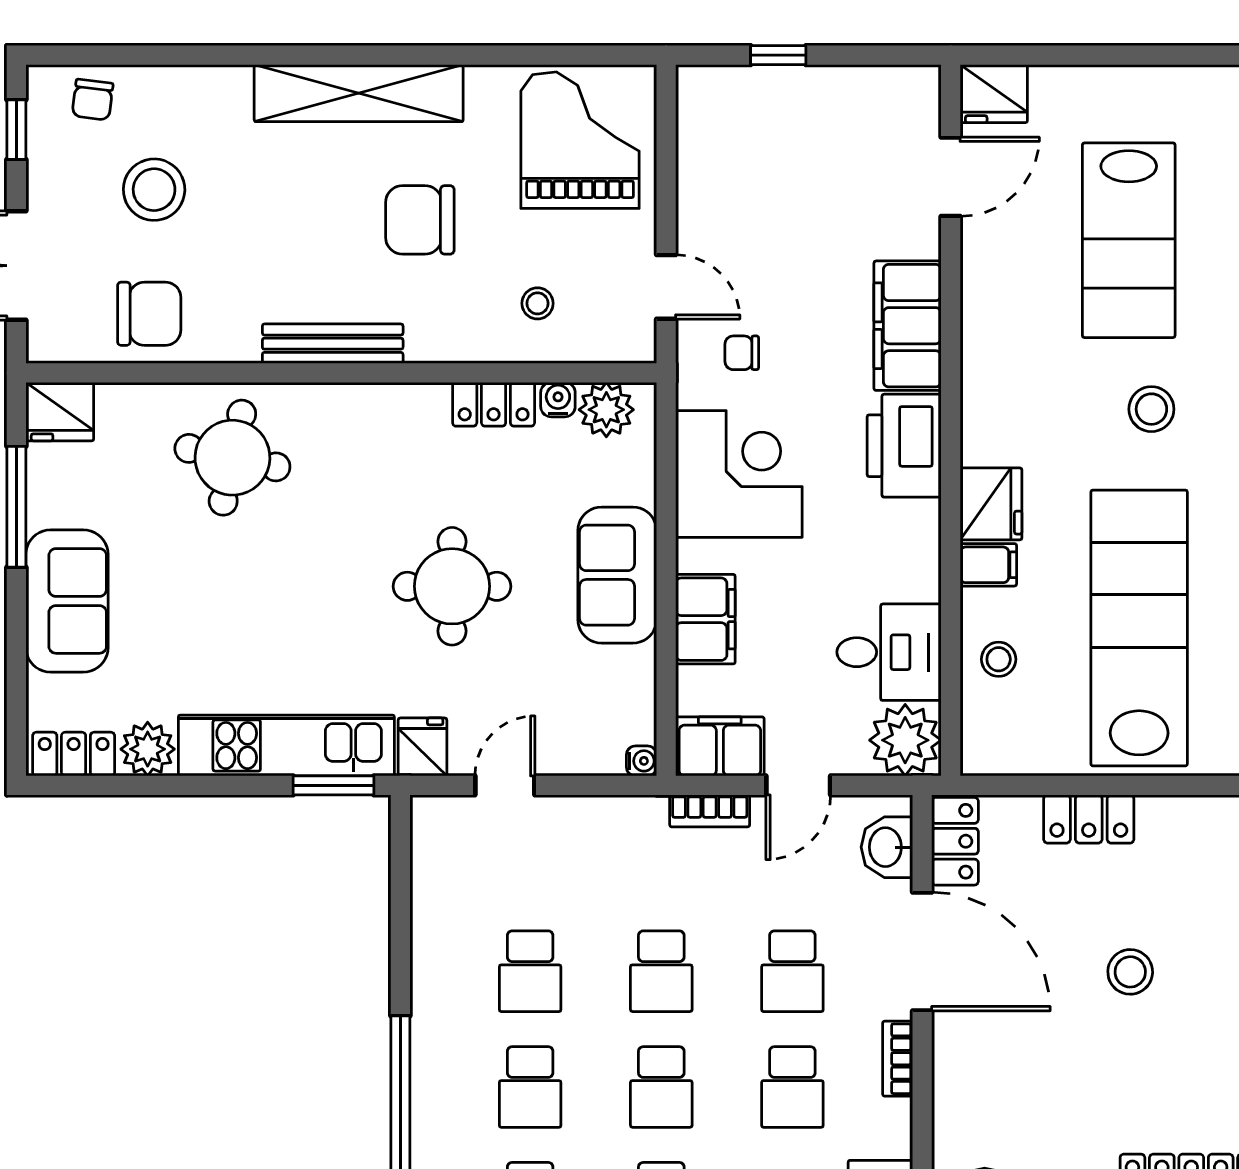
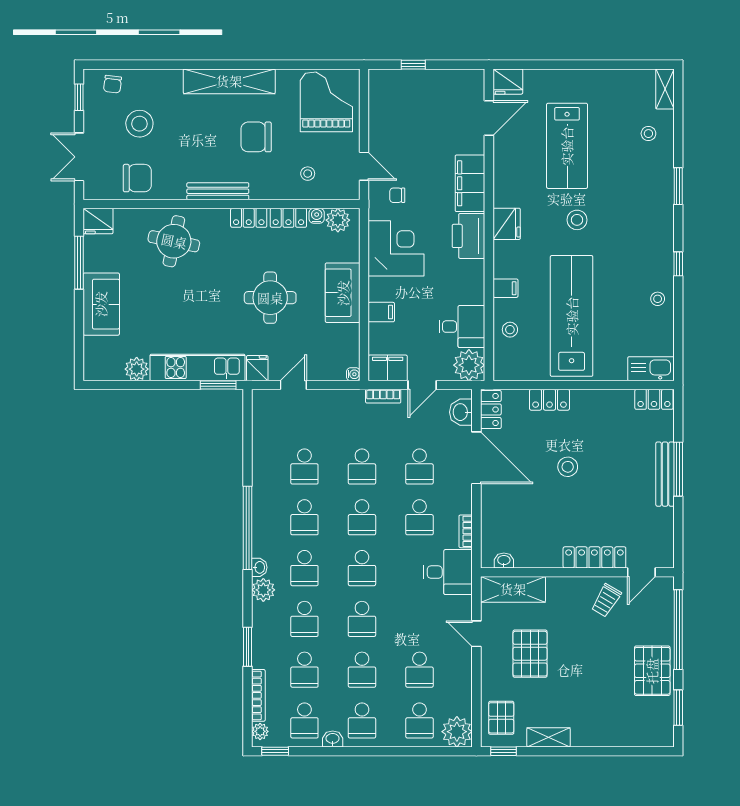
fridge: (991, 504) -> (507, 224), moved
filing cabinet: (705, 619) -> (381, 312), width x0.50
locker: (74, 754) -> (249, 218), moved, turned 180
bookcase: (898, 1059) -> (466, 531), moved

